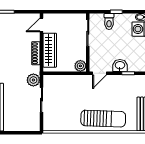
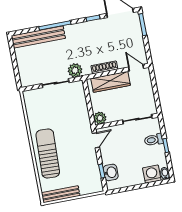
washbasin: (120, 66) -> (111, 172), moved
door: (100, 73) -> (96, 140), swing flipped
sun lounger: (103, 119) -> (48, 153), turned 180

